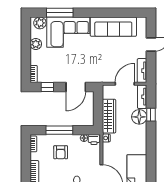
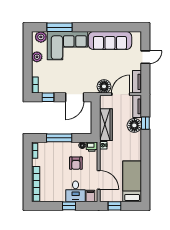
floor lamp: (107, 75) -> (104, 86), added
armchair: (61, 152) -> (76, 163), moved

